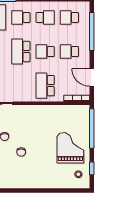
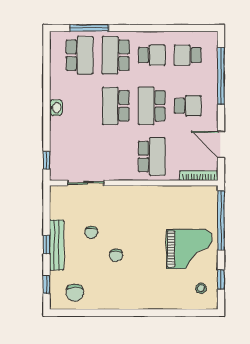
school desk: (21, 17) -> (116, 55), width x1.85
school desk: (45, 51) -> (152, 106), width x1.85
school desk: (69, 51) -> (188, 106), turned 180
school desk: (45, 86) -> (152, 157), turned 180
grand piano: (70, 148) -> (189, 249), turned 90

